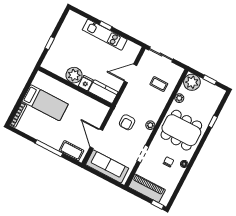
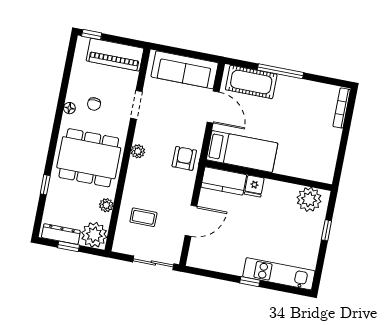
kitchen unit: (105, 35) -> (279, 274), moved
plant: (74, 75) -> (309, 199), moved
dresser: (212, 89) -> (61, 234), added
bed: (45, 103) -> (242, 151), moved, turned 180
armchair: (127, 122) -> (184, 158), moved
cot: (71, 151) -> (251, 82), width x1.37, depth x1.34

